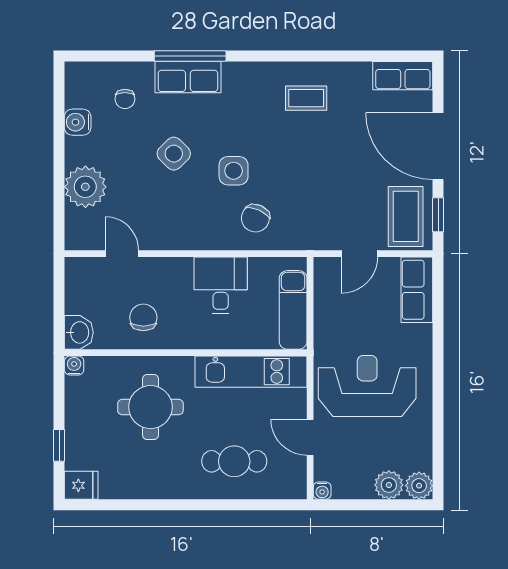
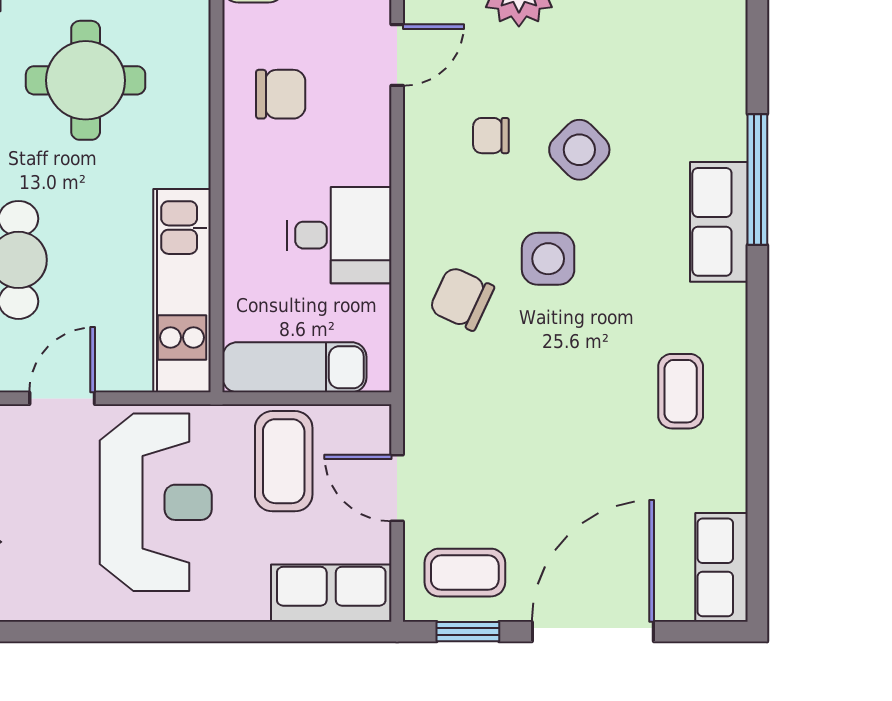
row of seats: (188, 77) -> (719, 222), moved
chair: (125, 99) -> (491, 136), moved
coffee table: (406, 216) -> (465, 573), width x0.73, depth x0.77
coffee table: (345, 316) -> (284, 461), added
round table: (150, 407) -> (86, 80), moved

